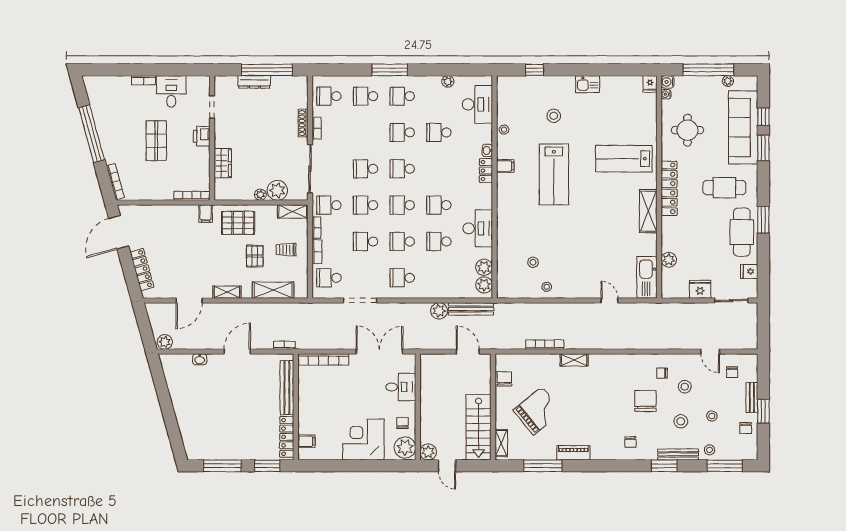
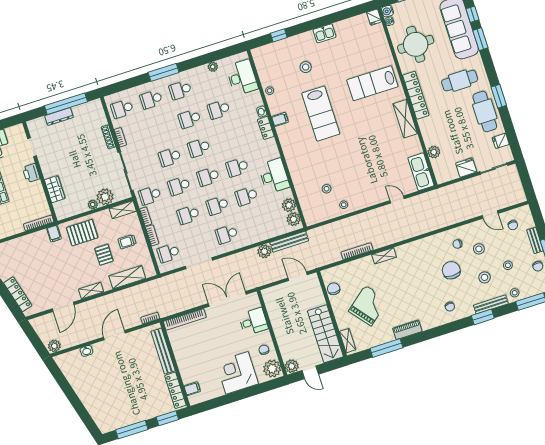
round table: (687, 130) -> (416, 44), width x1.36, depth x1.36

